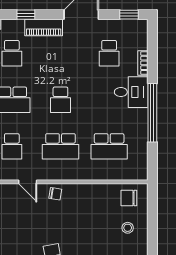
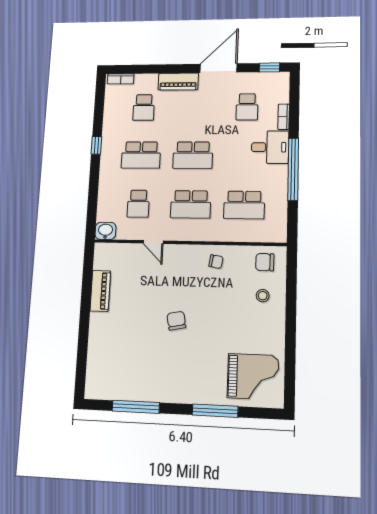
window: (26, 15) -> (160, 69), removed
school desk: (60, 100) -> (193, 155), width x1.85
chair: (55, 194) -> (216, 262), moved

